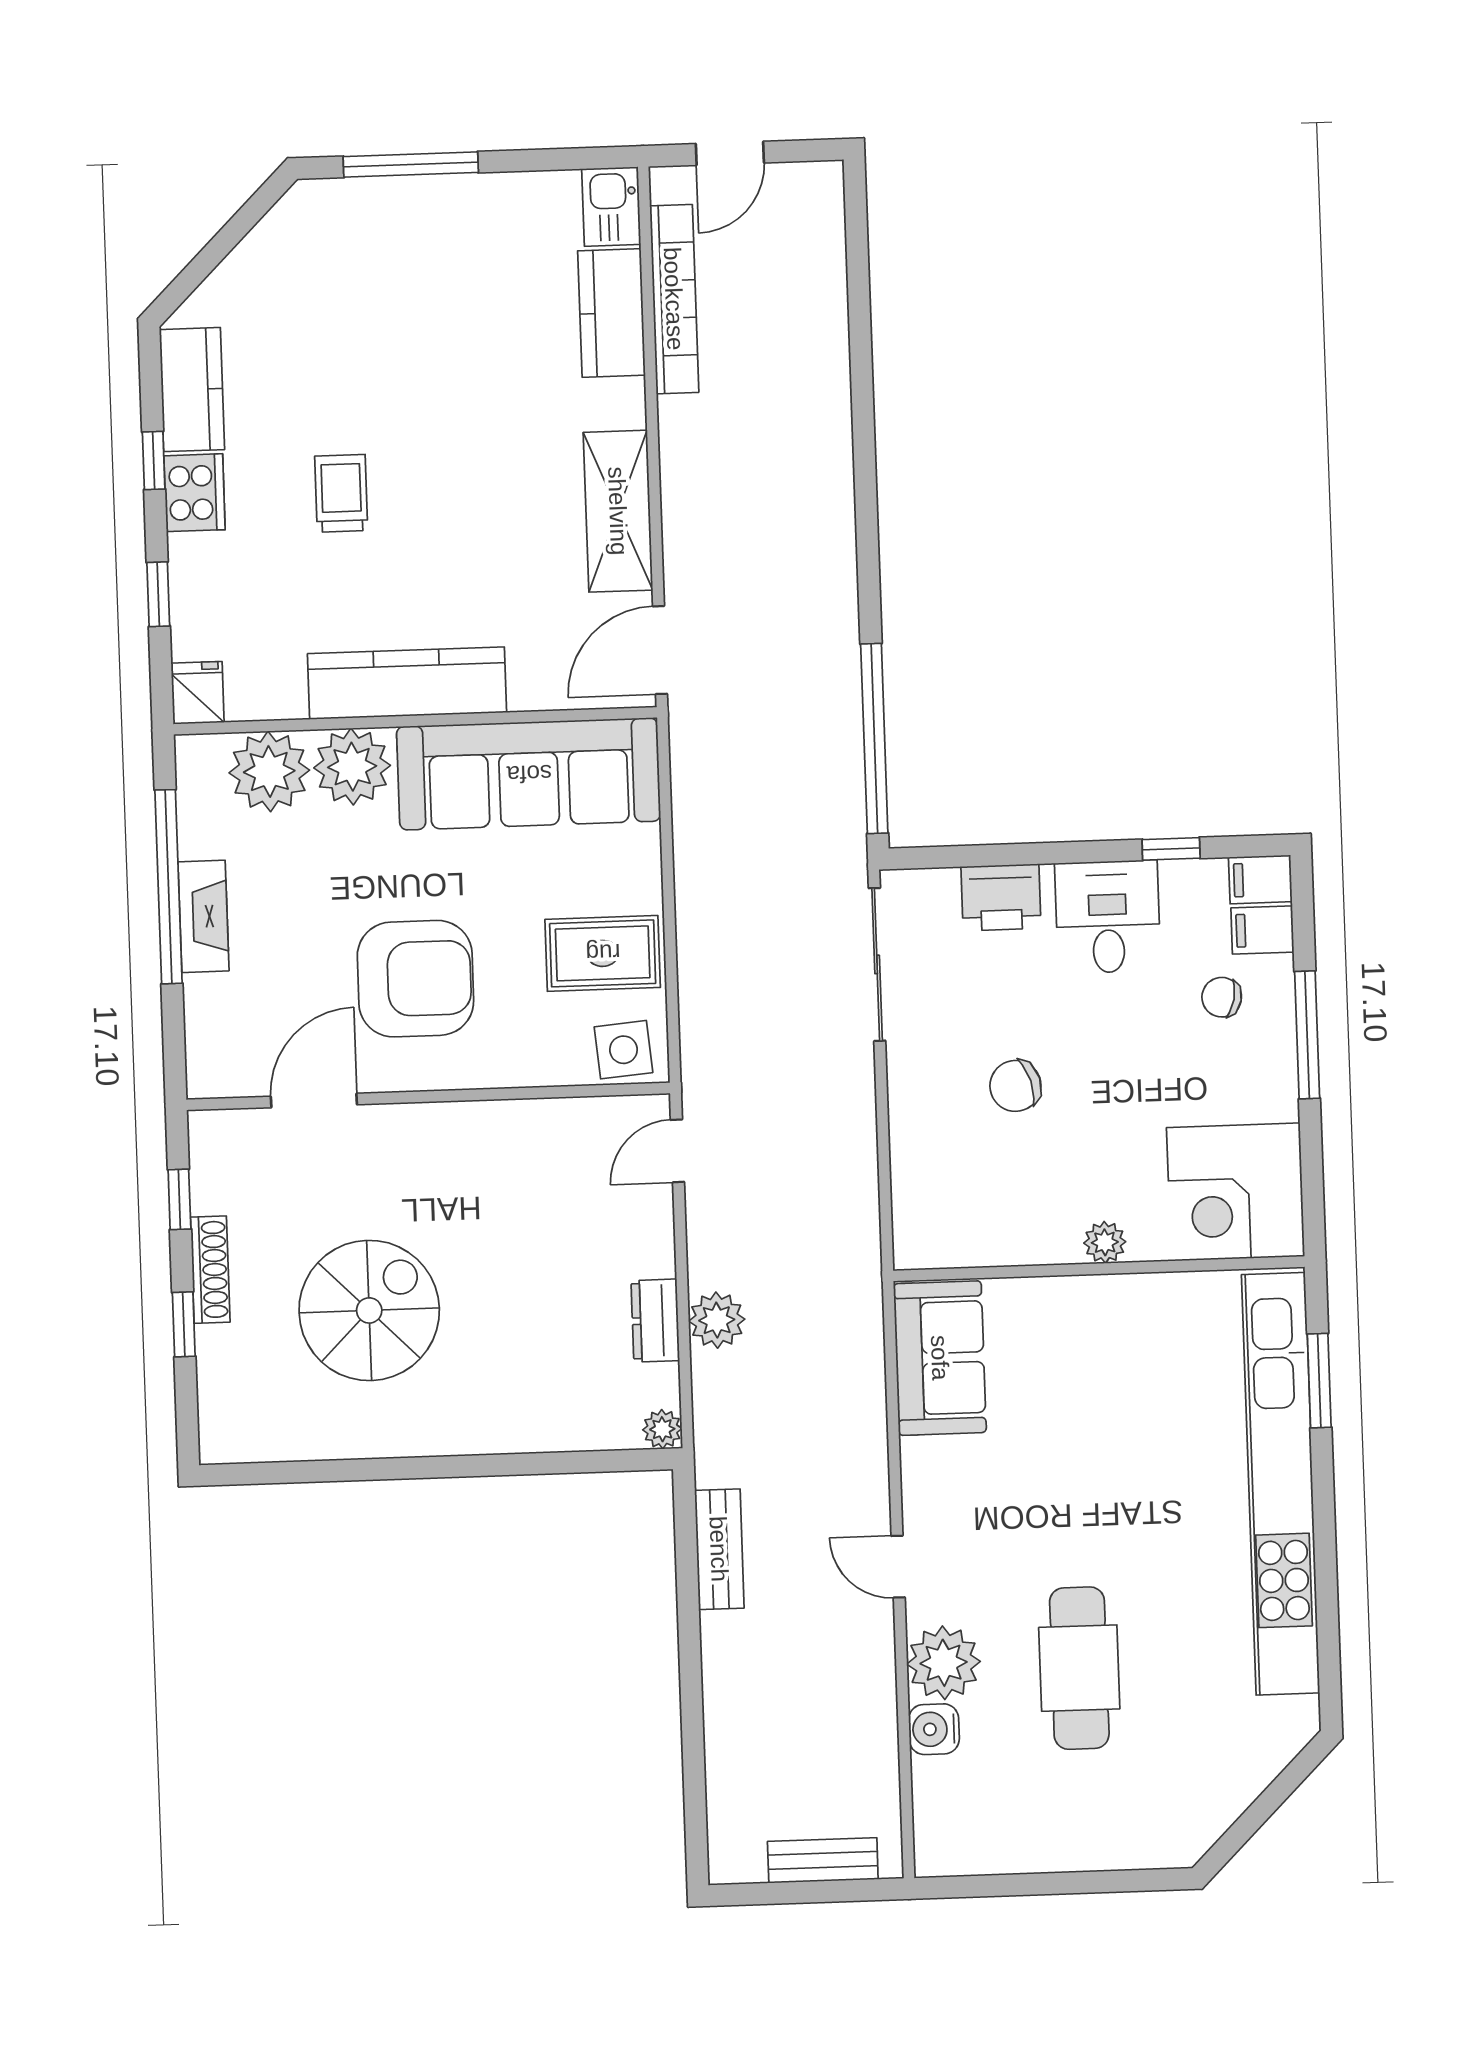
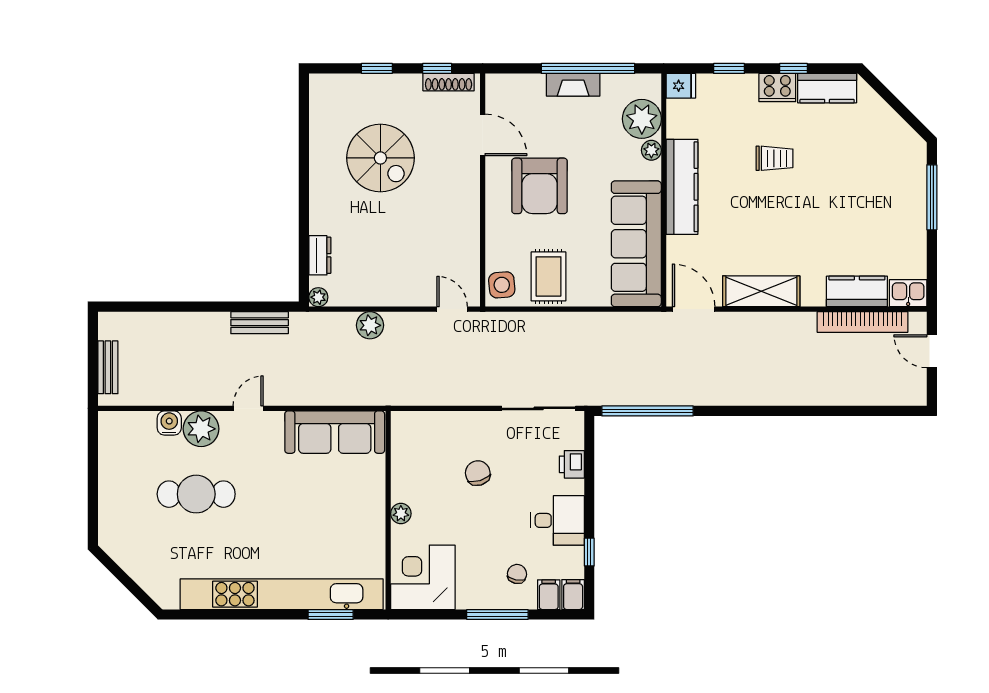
plant: (352, 767) -> (651, 150), width x0.53, depth x0.53
printer: (1001, 897) -> (572, 464), width x0.73, depth x0.81
shoe rack: (210, 1270) -> (449, 82), moved
dresser: (655, 1321) -> (320, 255), moved, turned 90
sofa: (940, 1358) -> (335, 432), width x1.36

